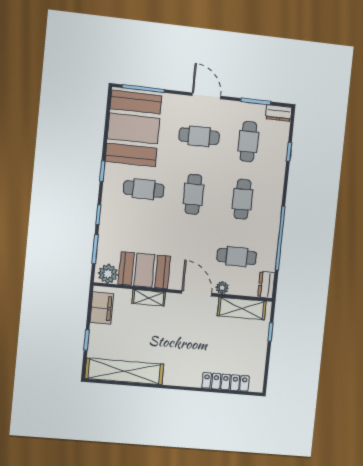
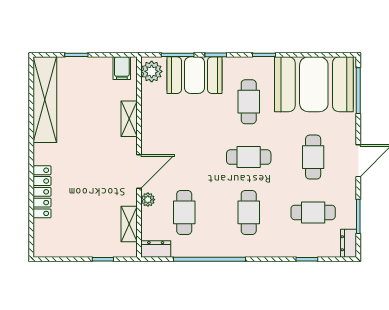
cafe table: (243, 199) -> (249, 212), turned 90
booth: (144, 270) -> (194, 75), moved, turned 90
filing cabinet: (102, 308) -> (122, 68), width x0.50
shelving: (242, 308) -> (129, 224), width x0.67, depth x0.75
locker: (226, 382) -> (42, 192), moved

